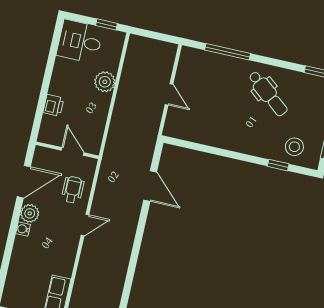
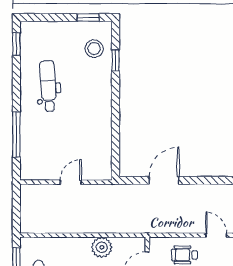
plant: (105, 82) -> (102, 247), moved
dental chair: (268, 94) -> (48, 86), turned -43

